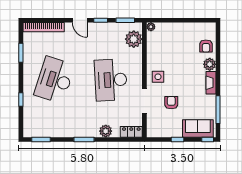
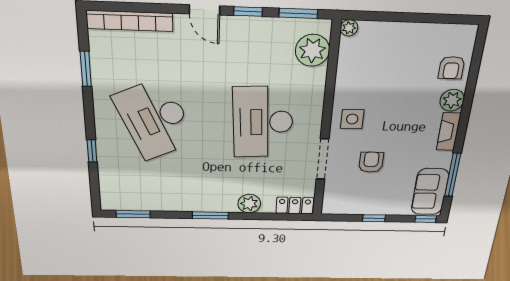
desk: (54, 80) -> (155, 119), turned -42
sofa: (198, 128) -> (430, 192), moved, turned -90

